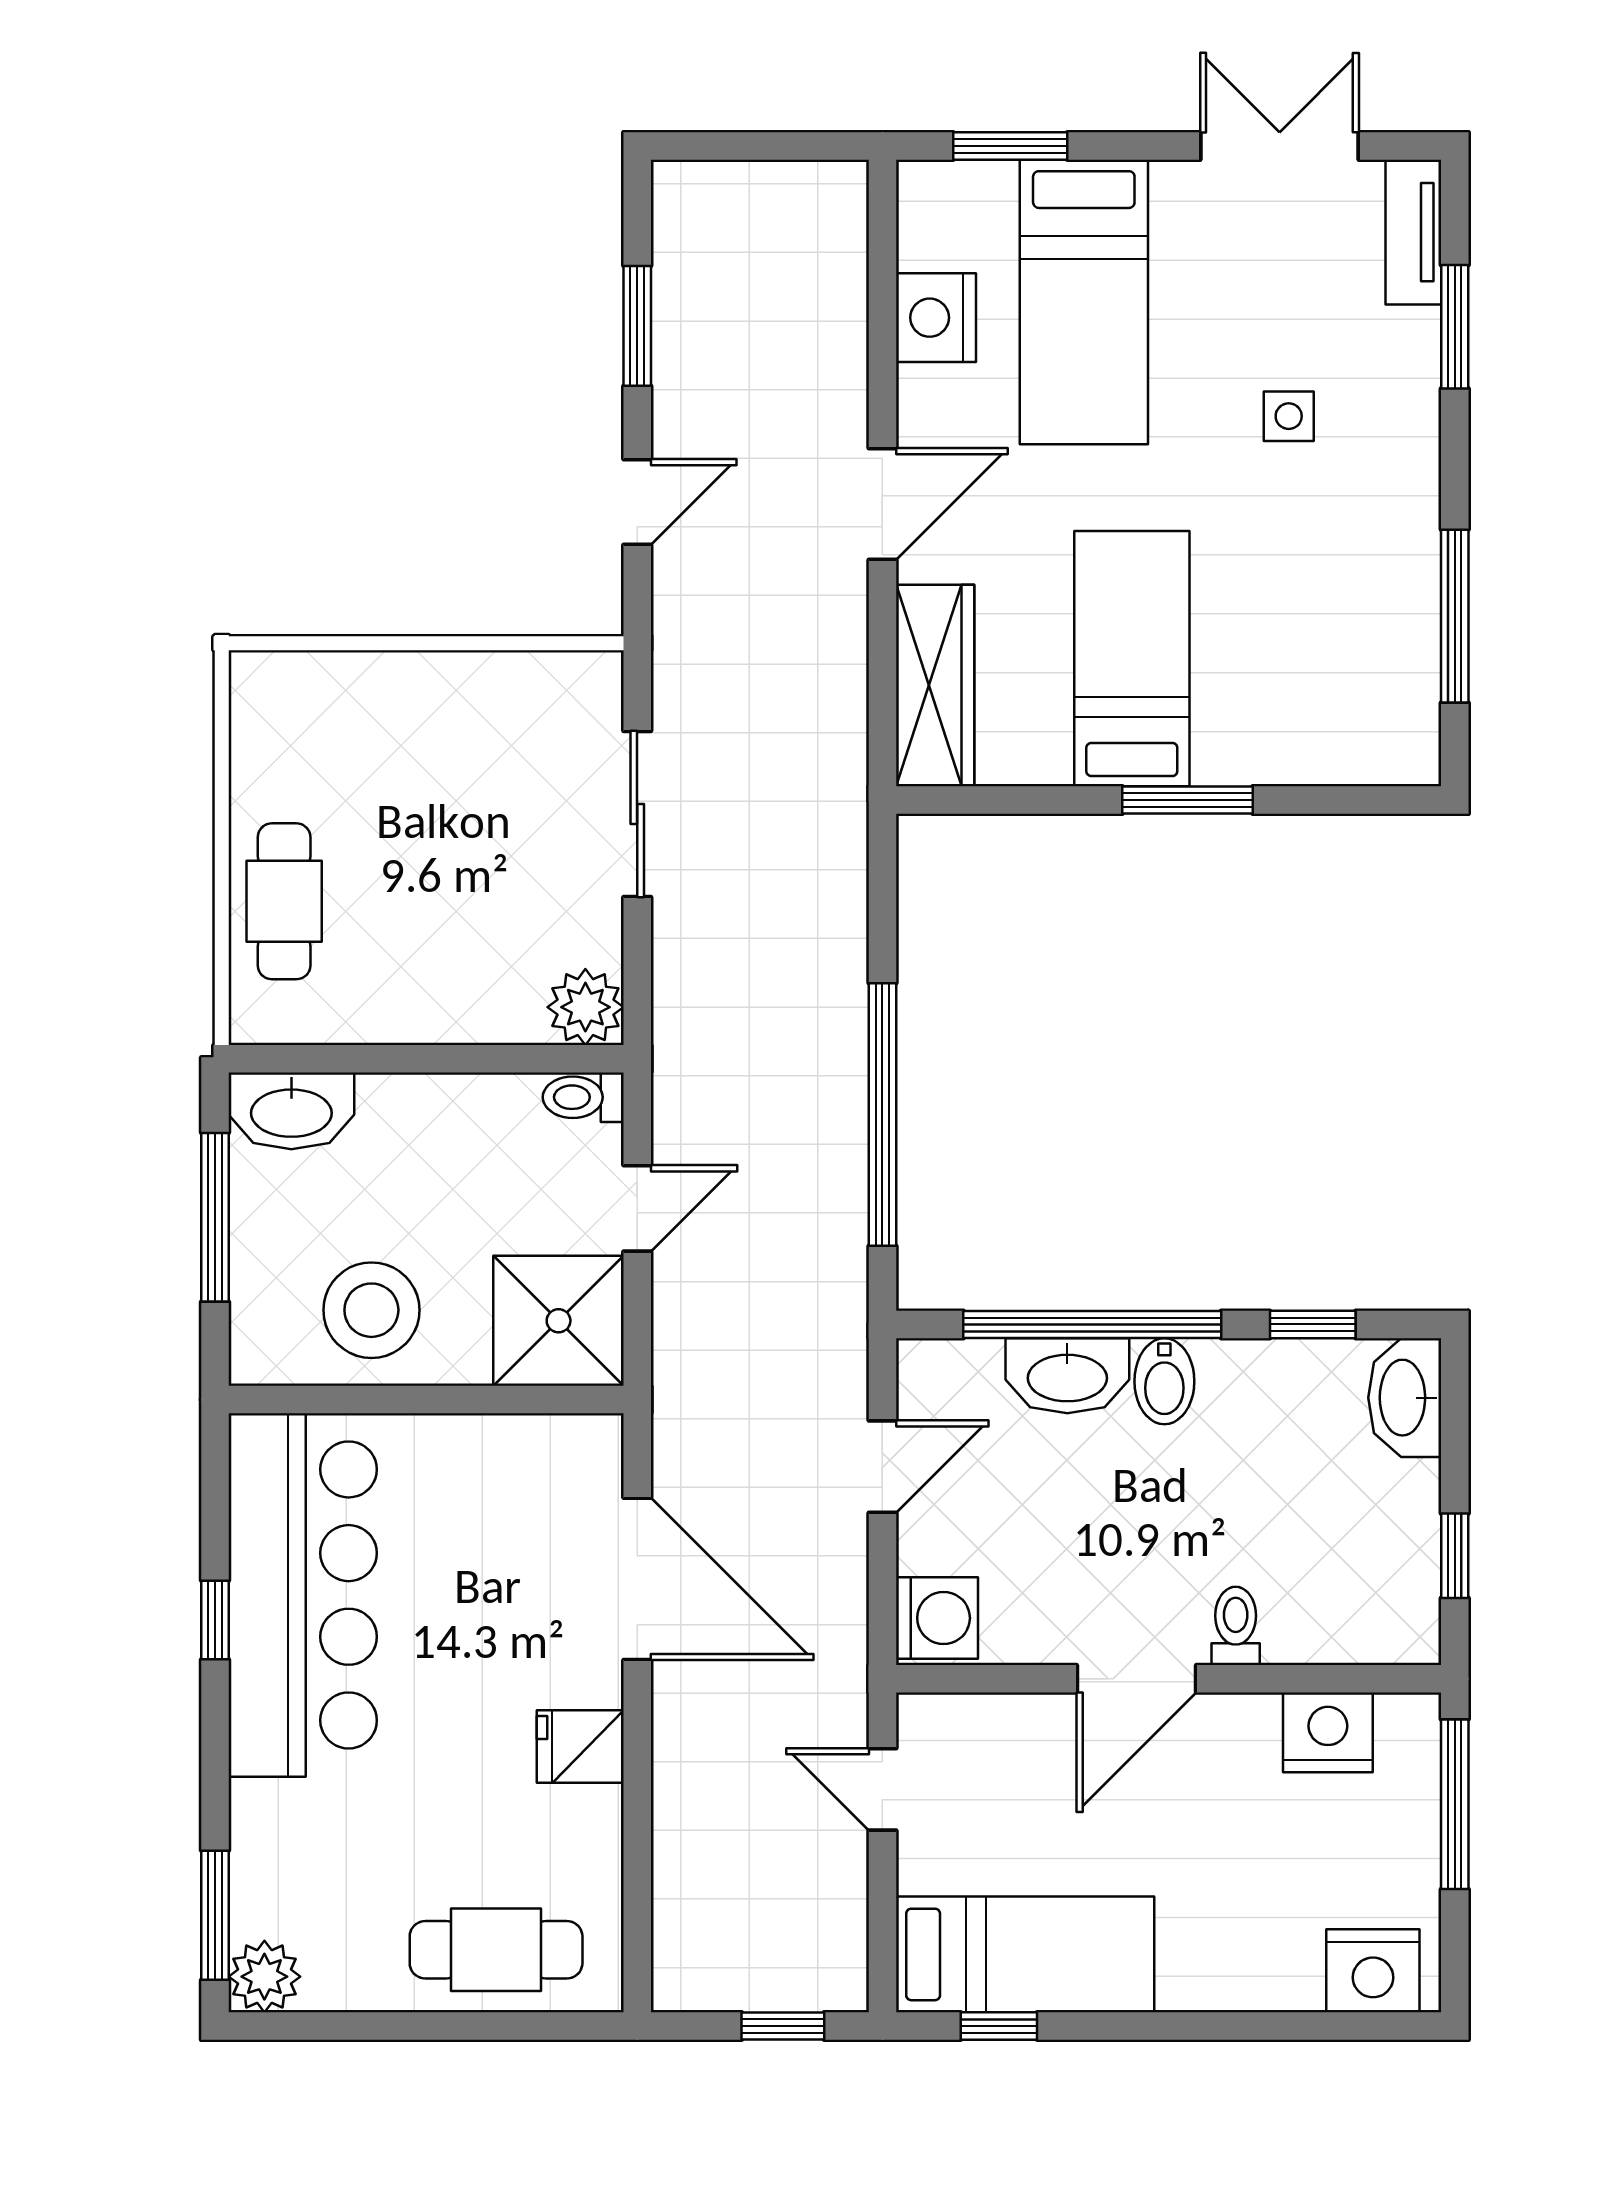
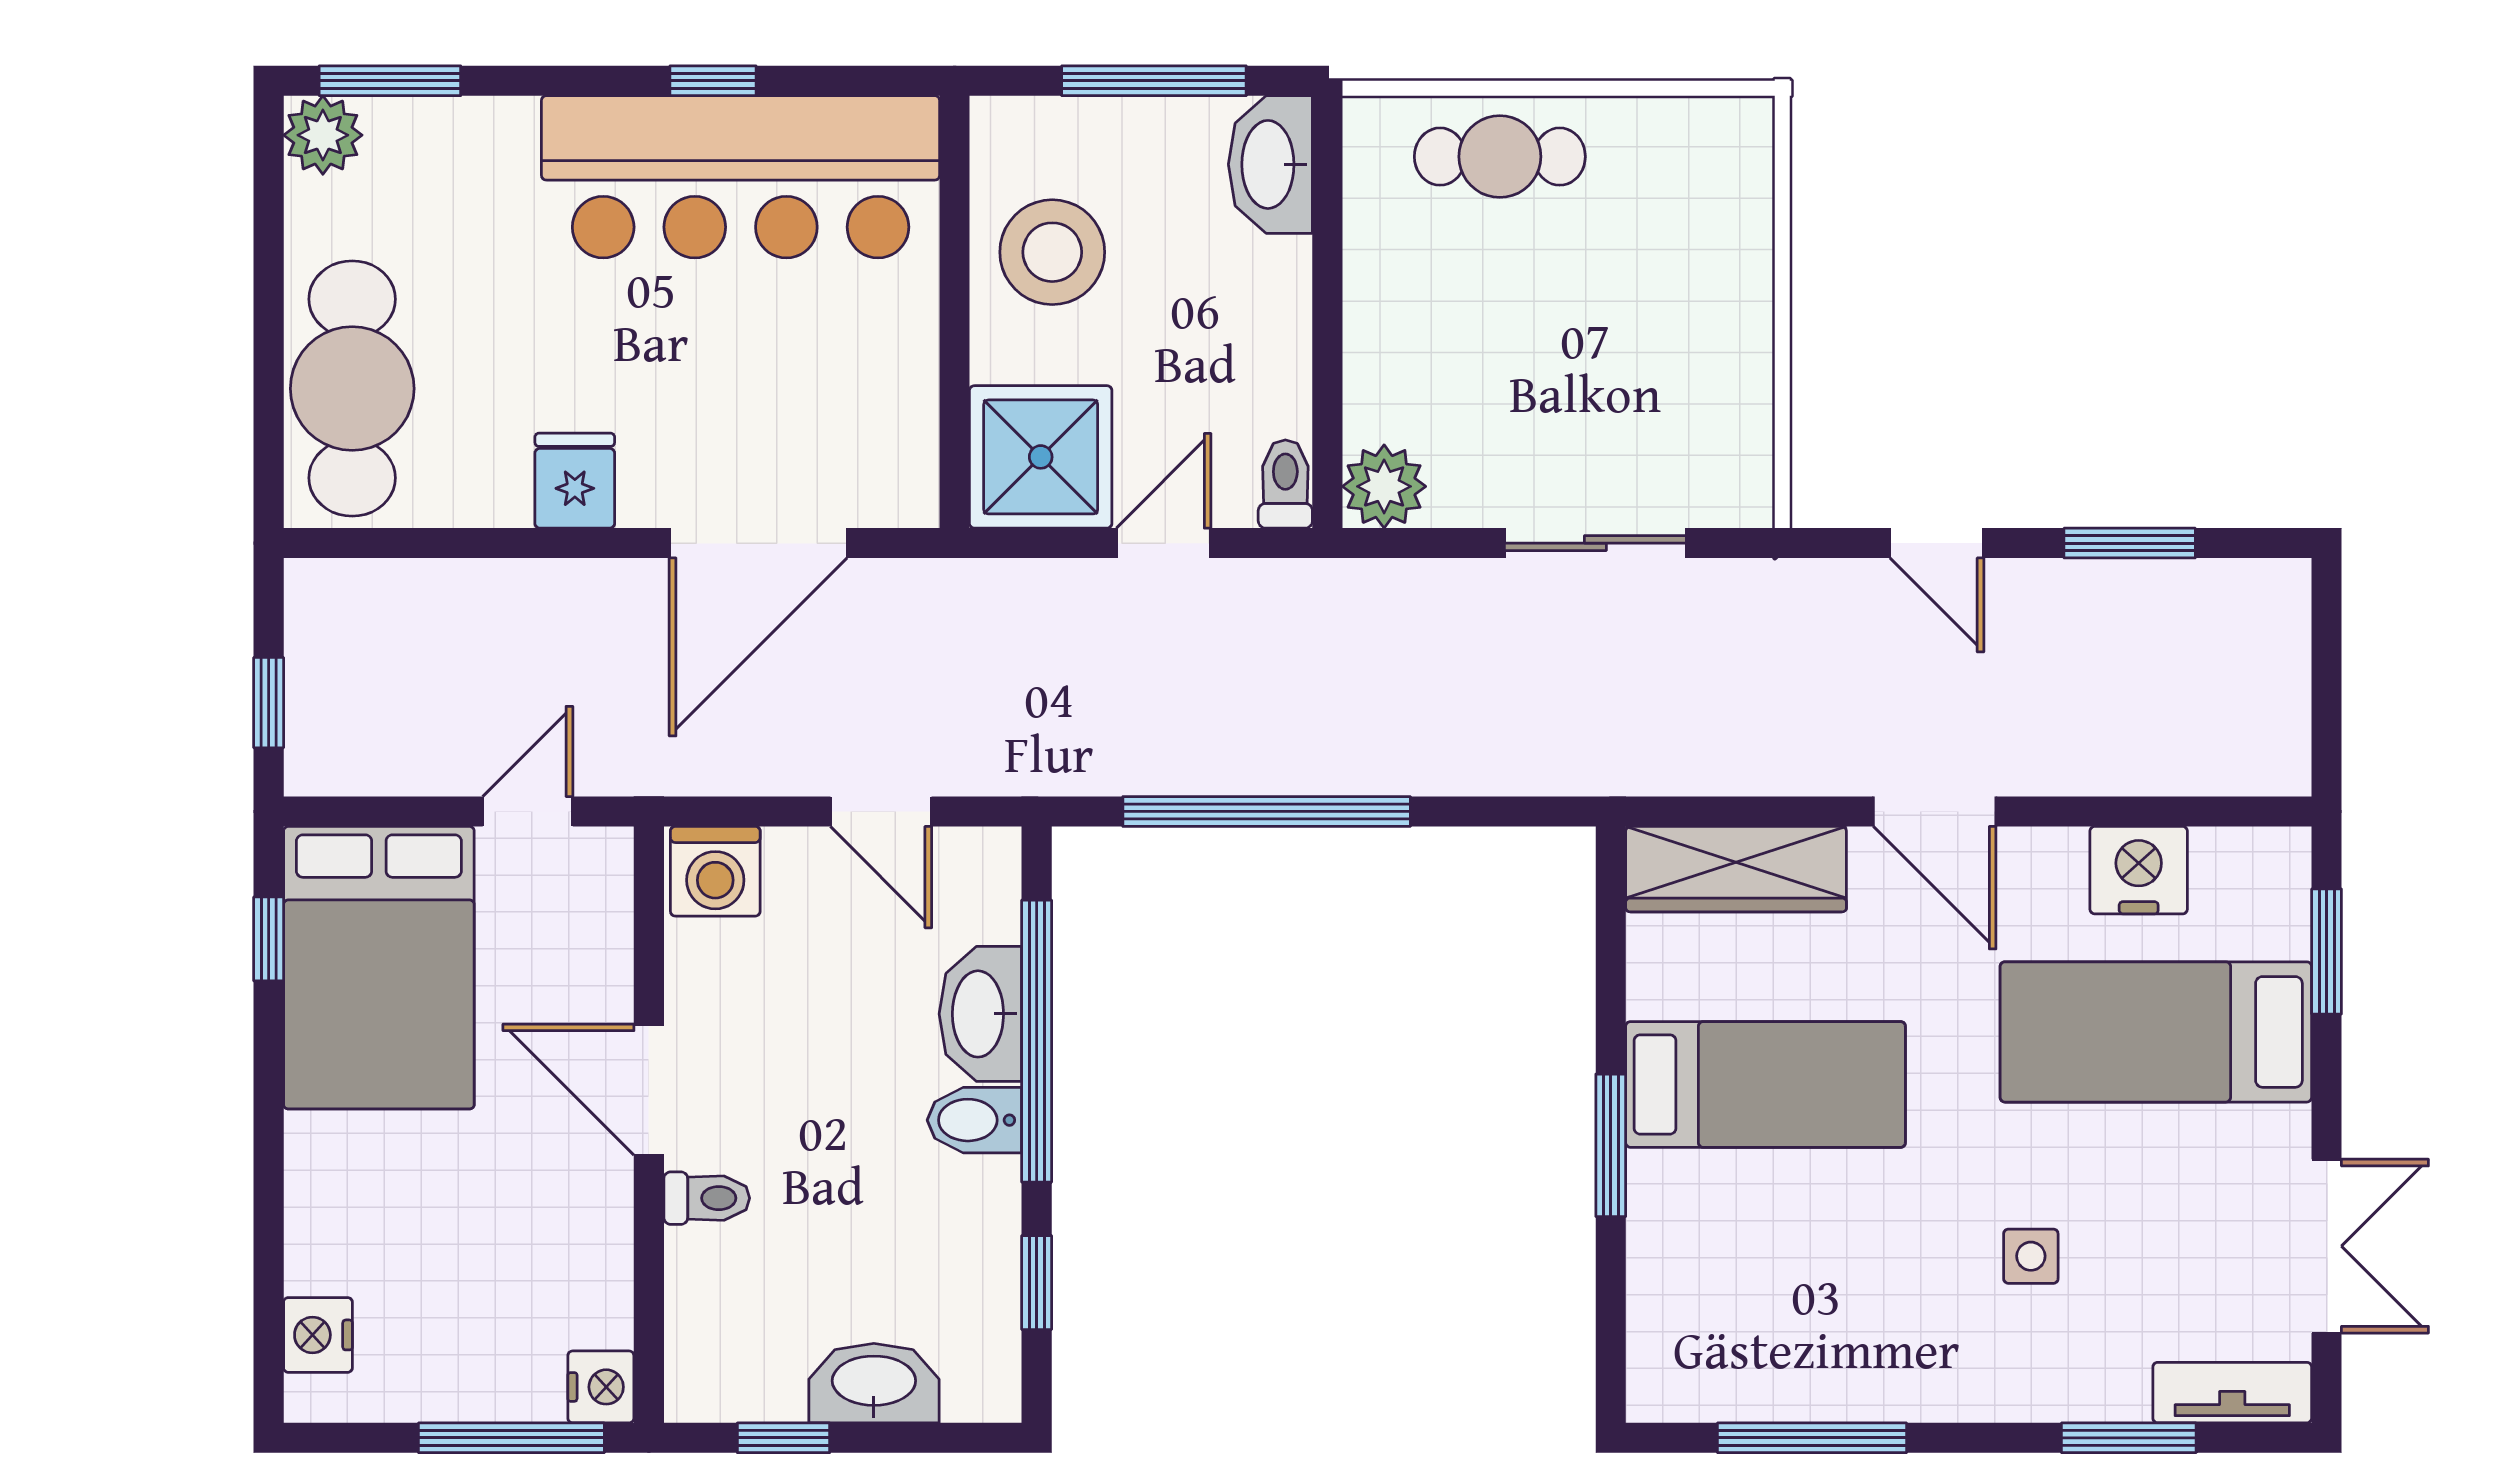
door: (637, 1208) -> (1164, 543), swing flipped
washbasin: (1405, 1398) -> (874, 1383), moved
nightstand: (1328, 1732) -> (601, 1387), moved, width x0.74, depth x0.75
cafe table: (496, 1950) -> (352, 389), width x1.37, depth x1.35
bed: (1025, 1954) -> (379, 968), width x1.50
nightstand: (1373, 1971) -> (318, 1335), width x0.74, depth x0.75

